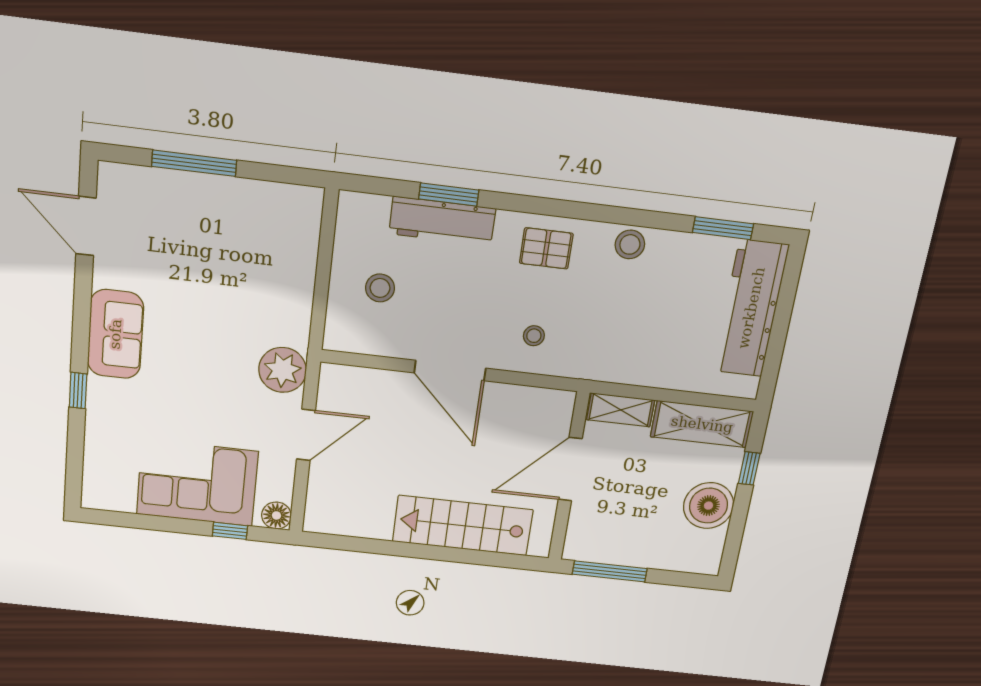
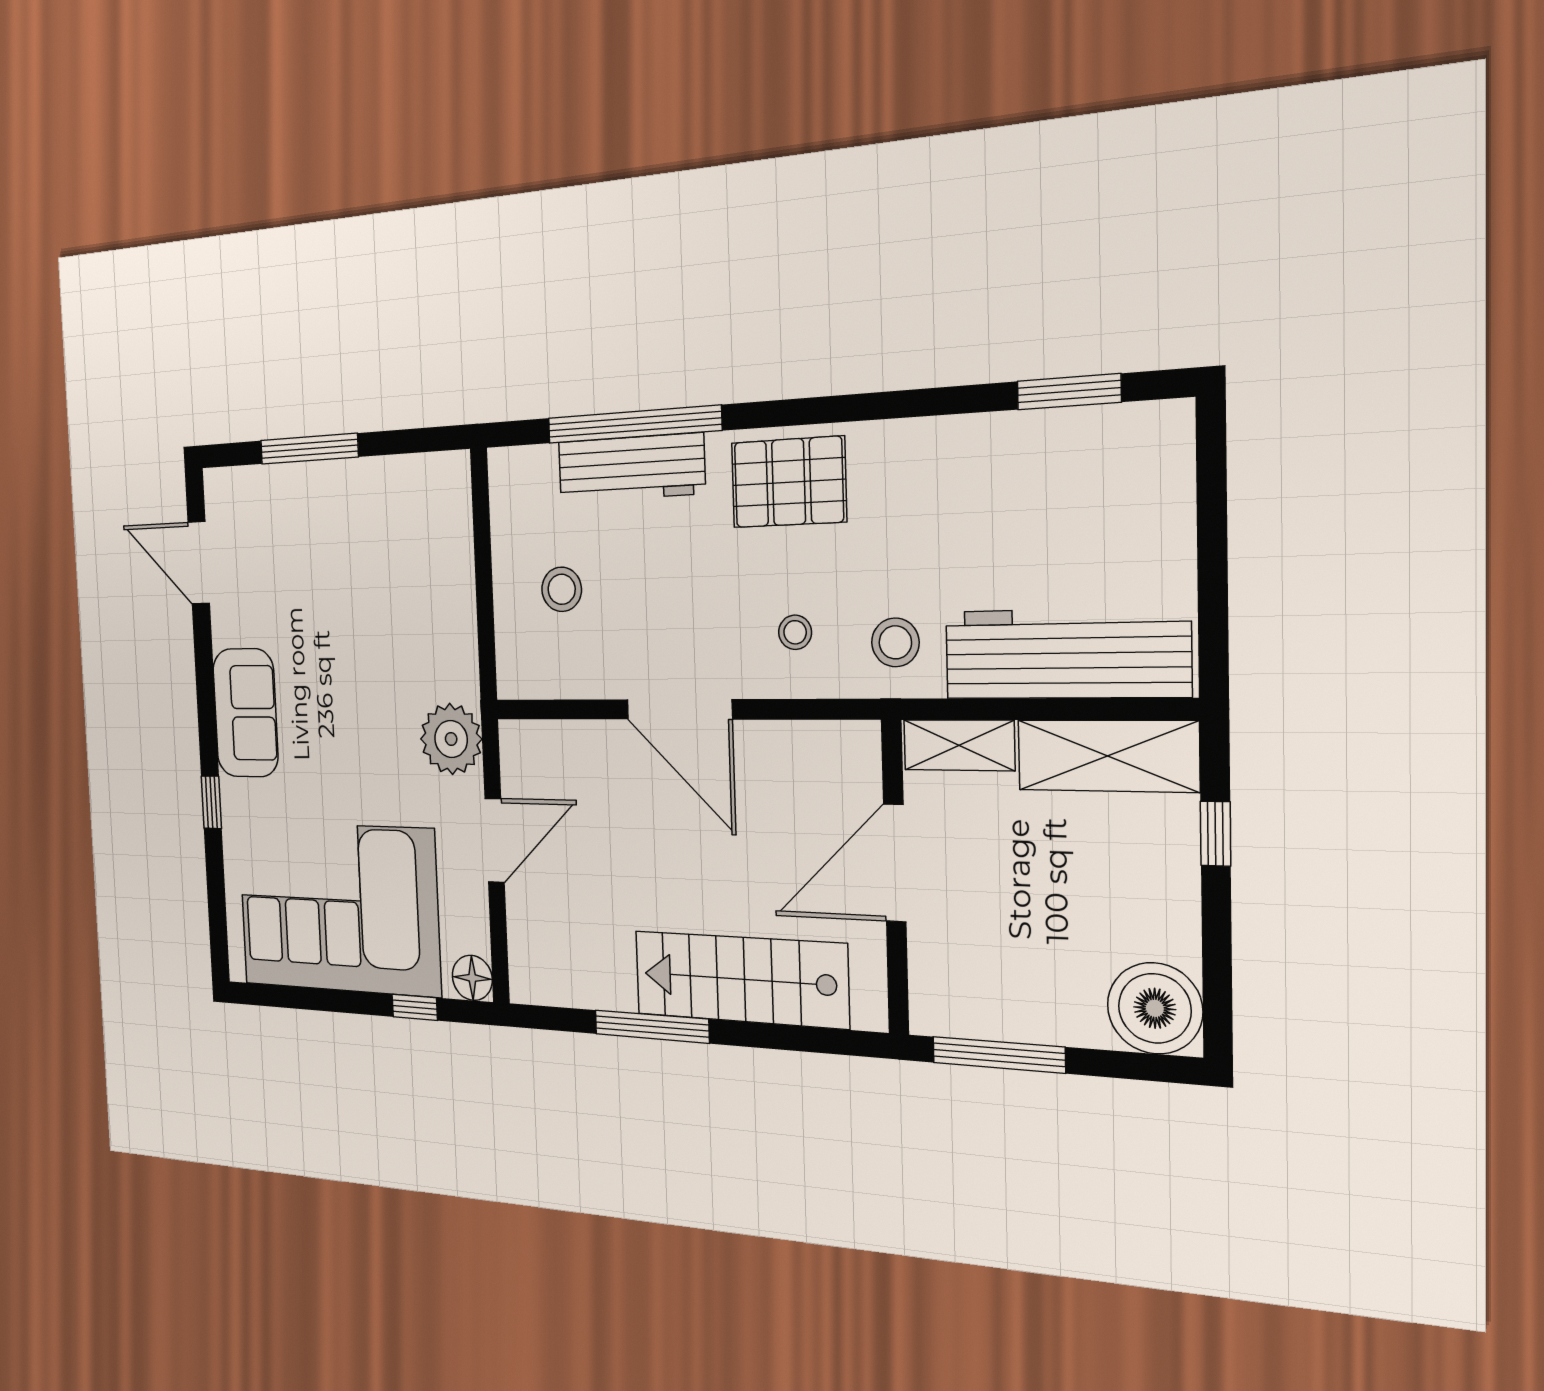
window: (449, 195) -> (634, 424), width x2.11
stool: (630, 244) -> (895, 642), moved
pallet: (546, 248) -> (789, 482), width x1.50, depth x1.42
workbench: (751, 308) -> (1066, 654), moved, turned 90
corner sofa: (197, 483) -> (338, 908), width x1.36, depth x1.36
boiler: (709, 506) -> (1155, 1008), moved
window: (400, 549) -> (652, 1027), added

